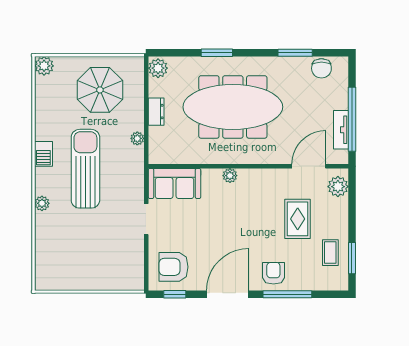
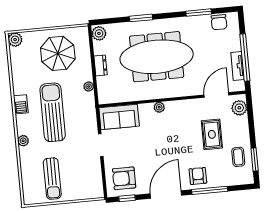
sun lounger: (76, 258) -> (52, 179), added

